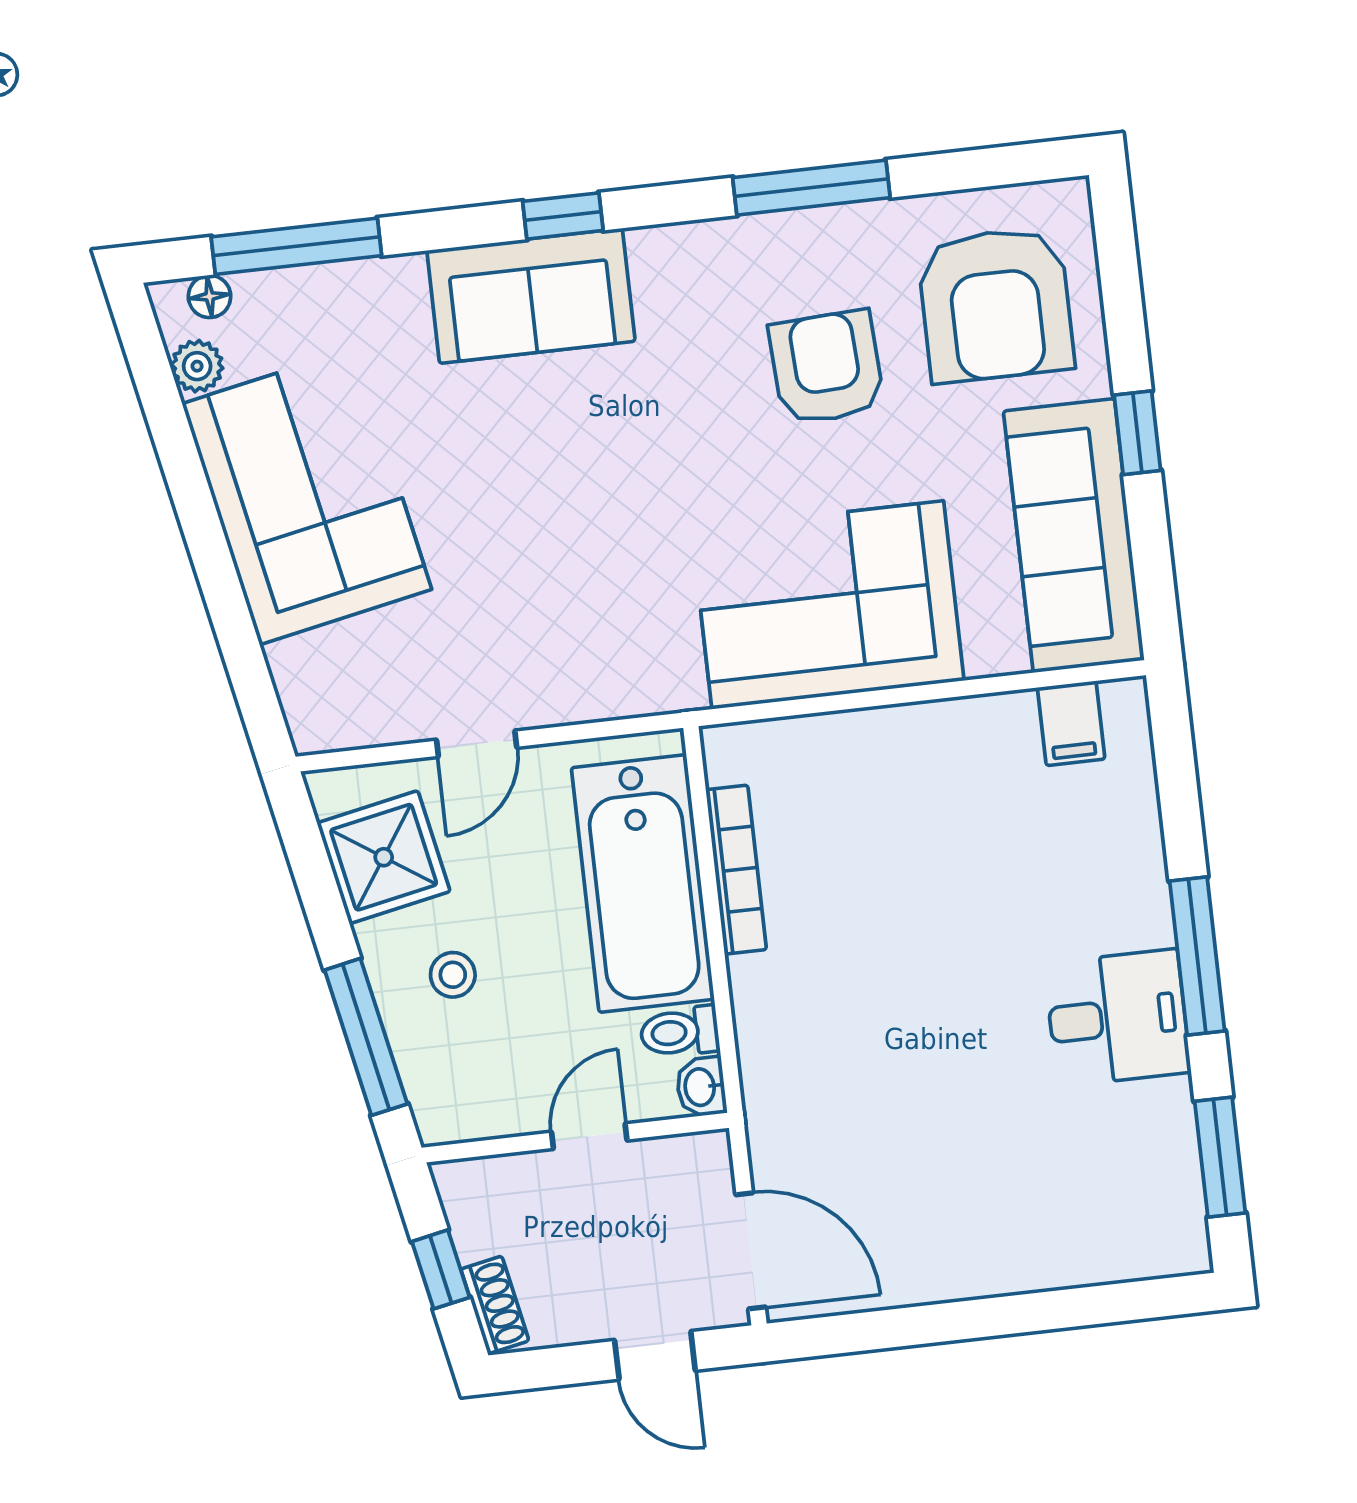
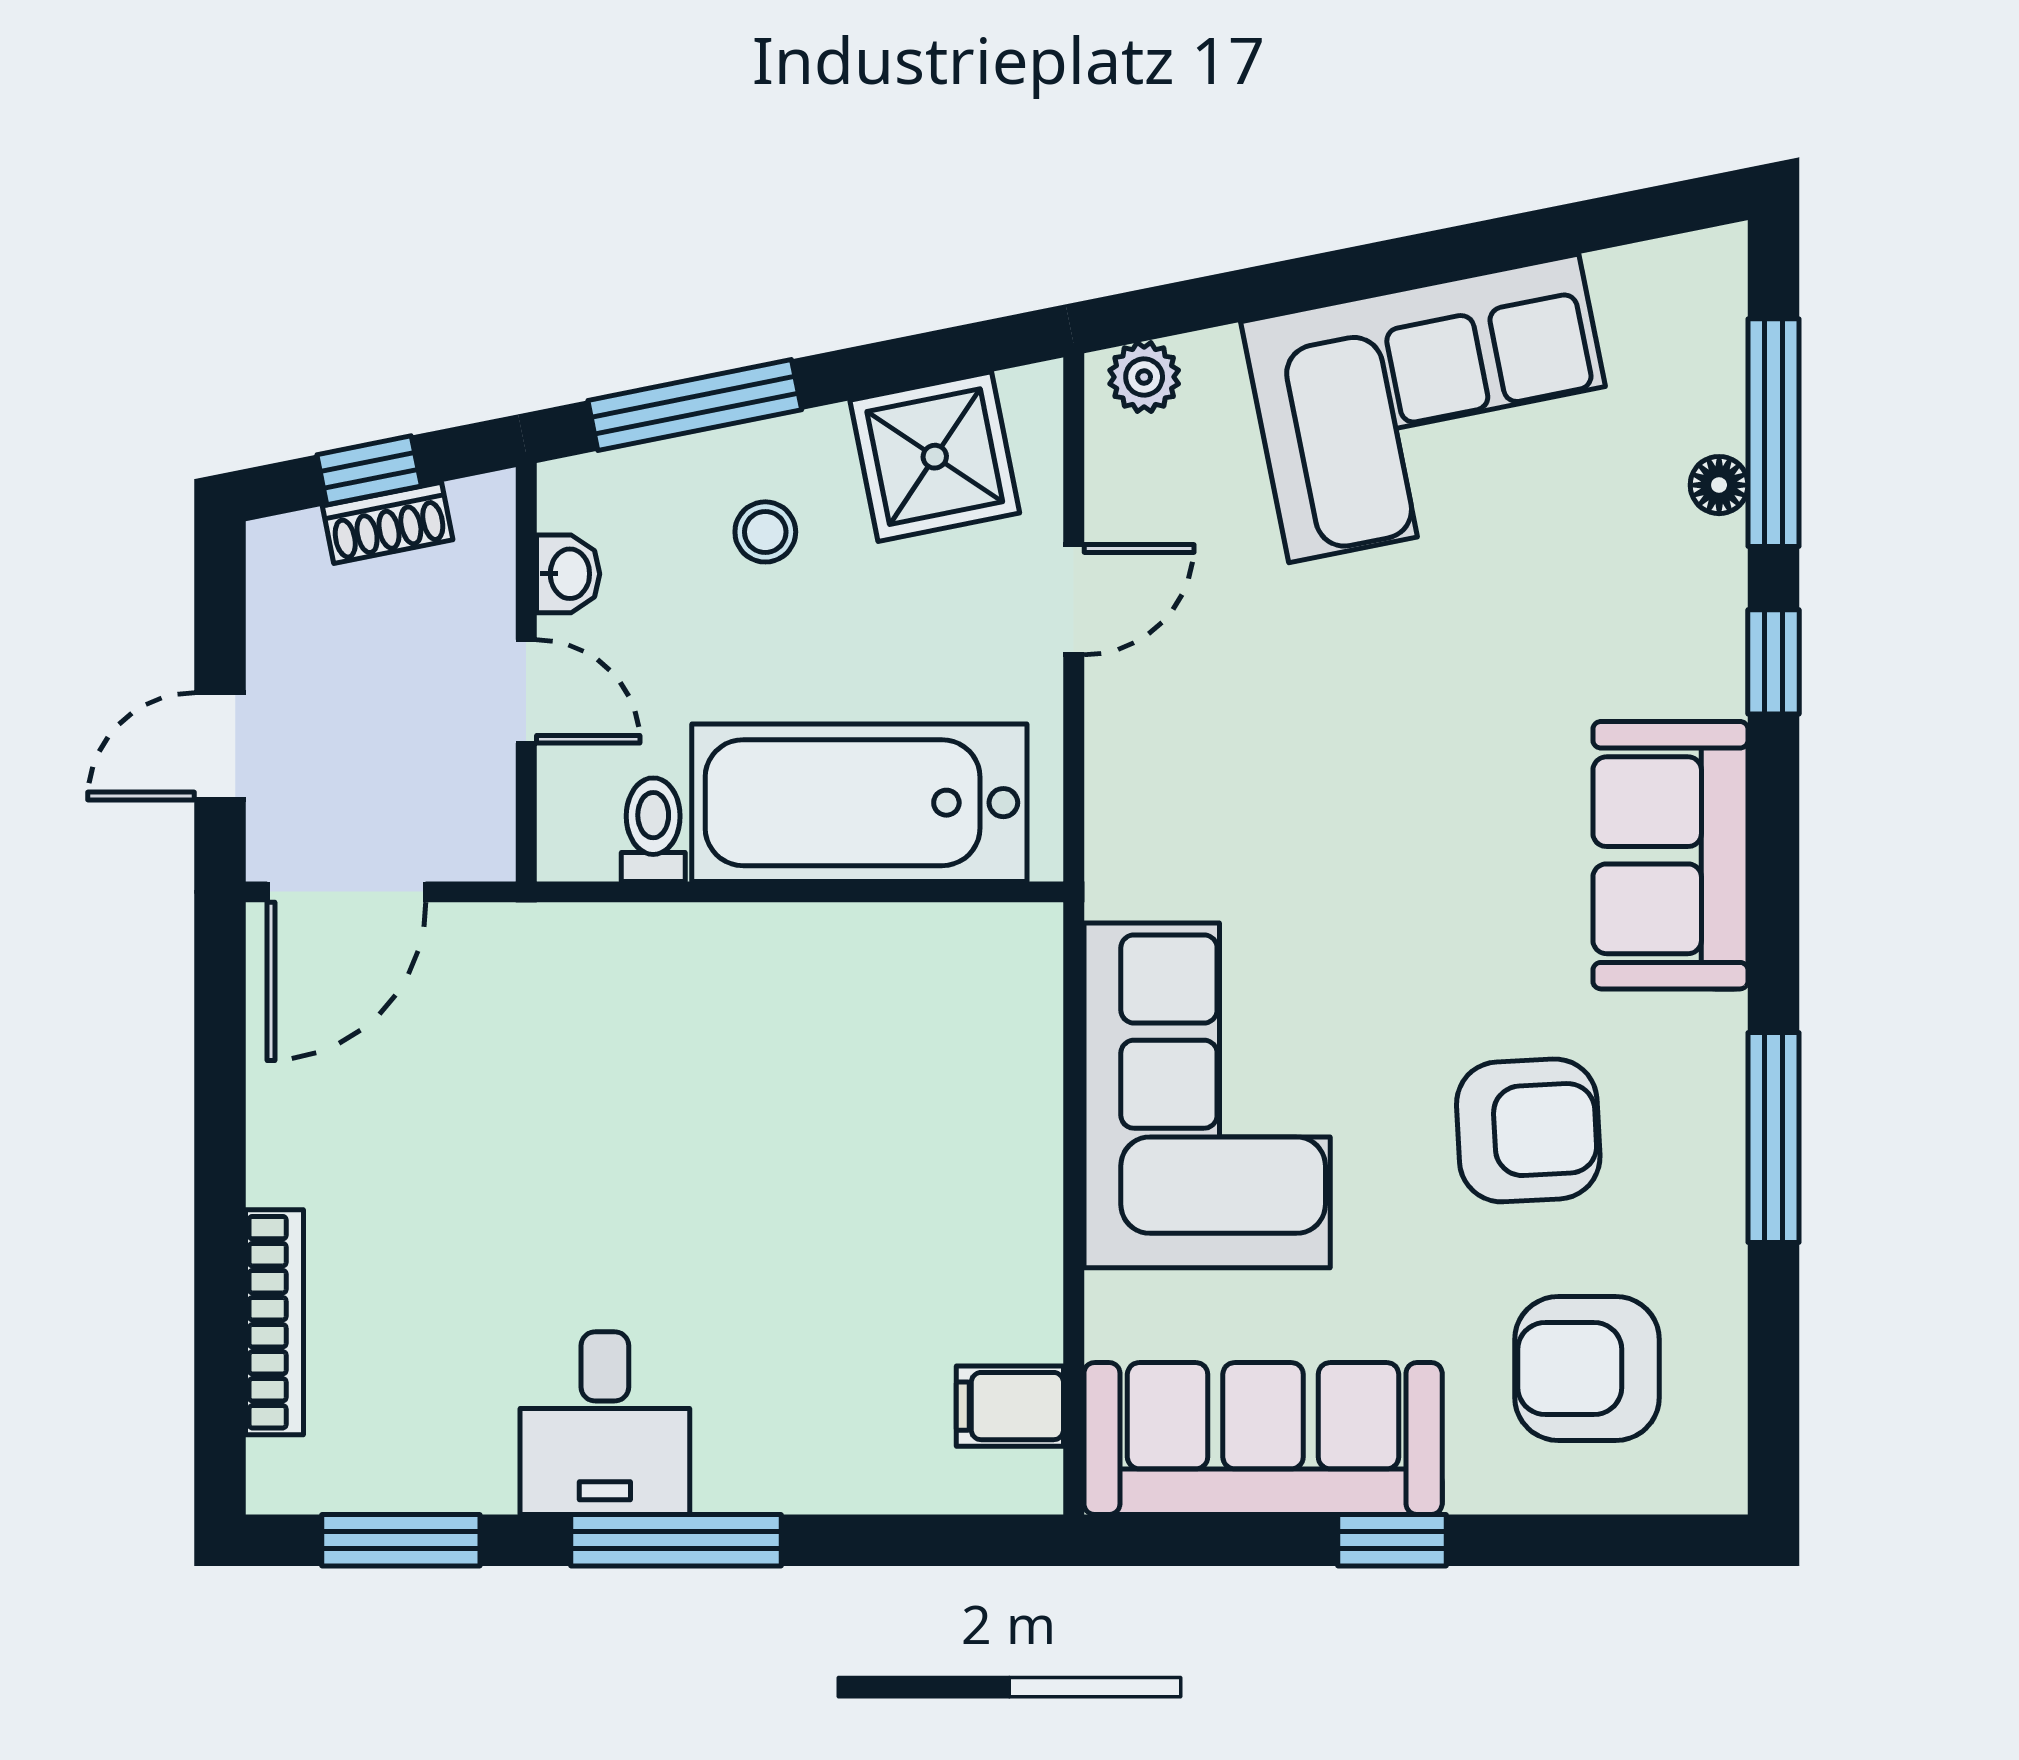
window: (563, 216) -> (1774, 662), moved
floor lamp: (210, 296) -> (1719, 485), moved
sofa: (531, 296) -> (1670, 855), moved
armchair: (996, 305) -> (1587, 1368), width x0.73, depth x0.73
plant: (197, 366) -> (1144, 377), moved
door: (477, 744) -> (1074, 600), swing flipped
bookcase: (736, 870) -> (274, 1322), moved, turned -90
washbasin: (701, 1087) -> (568, 574), moved, turned 90
shoe rack: (495, 1305) -> (388, 523), moved

